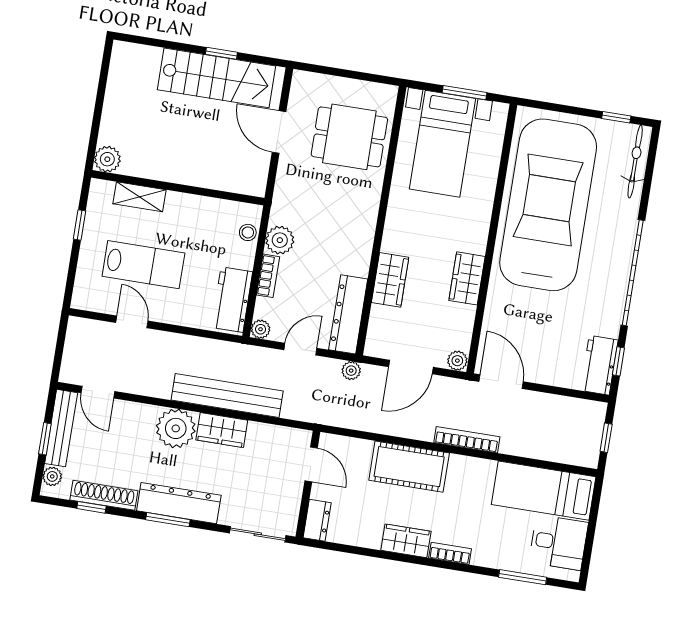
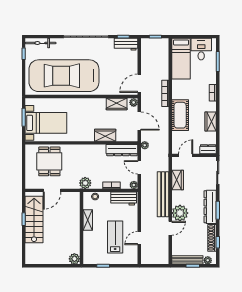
shelving: (140, 197) -> (88, 220), moved
plant: (280, 240) -> (85, 183), moved
wardrobe: (467, 278) -> (117, 104), moved
door: (98, 392) -> (170, 228), moved
wardrobe: (222, 430) -> (178, 180), moved
wardrobe: (406, 541) -> (211, 122), moved

